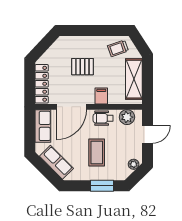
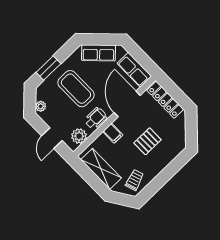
coffee table: (97, 152) -> (76, 89), width x1.36, depth x1.32

